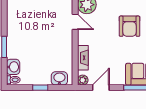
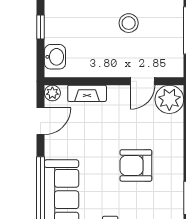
stool: (38, 31) -> (129, 23), added
door: (101, 88) -> (41, 121), hinge flipped

